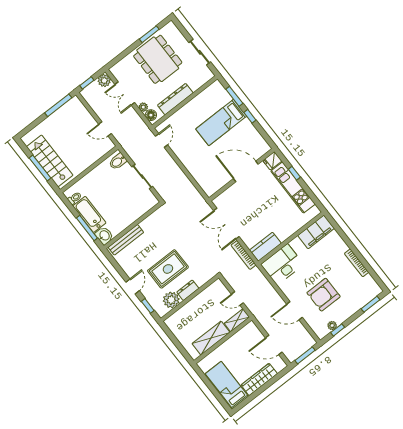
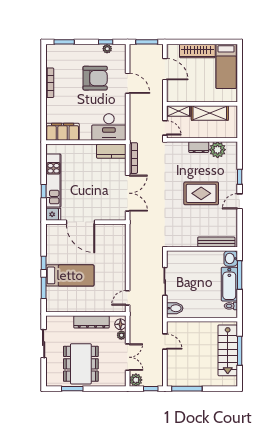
dresser: (188, 290) -> (199, 147), moved
wall: (190, 298) -> (202, 140), moved
plant: (171, 300) -> (218, 150), moved

